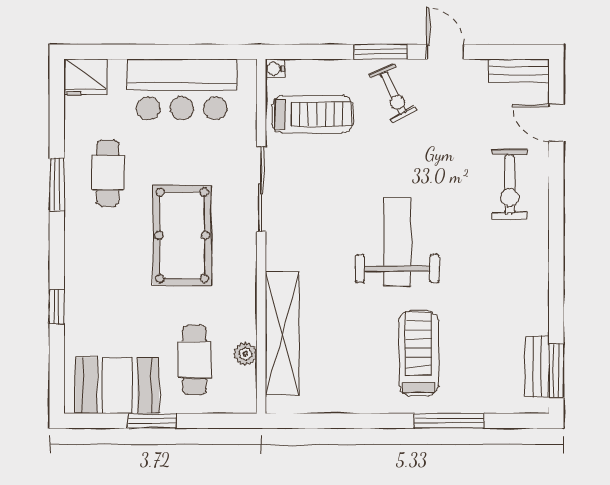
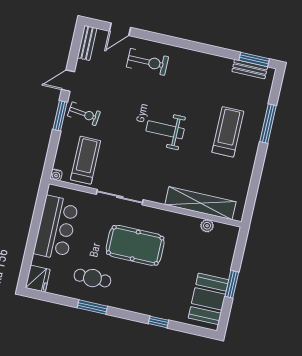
exercise bike: (393, 93) -> (84, 114), turned 33
weight bench: (397, 242) -> (165, 130), width x0.73, depth x0.75
treadmill: (419, 353) -> (228, 132), turned 90
cafe table: (194, 360) -> (204, 254), removed

